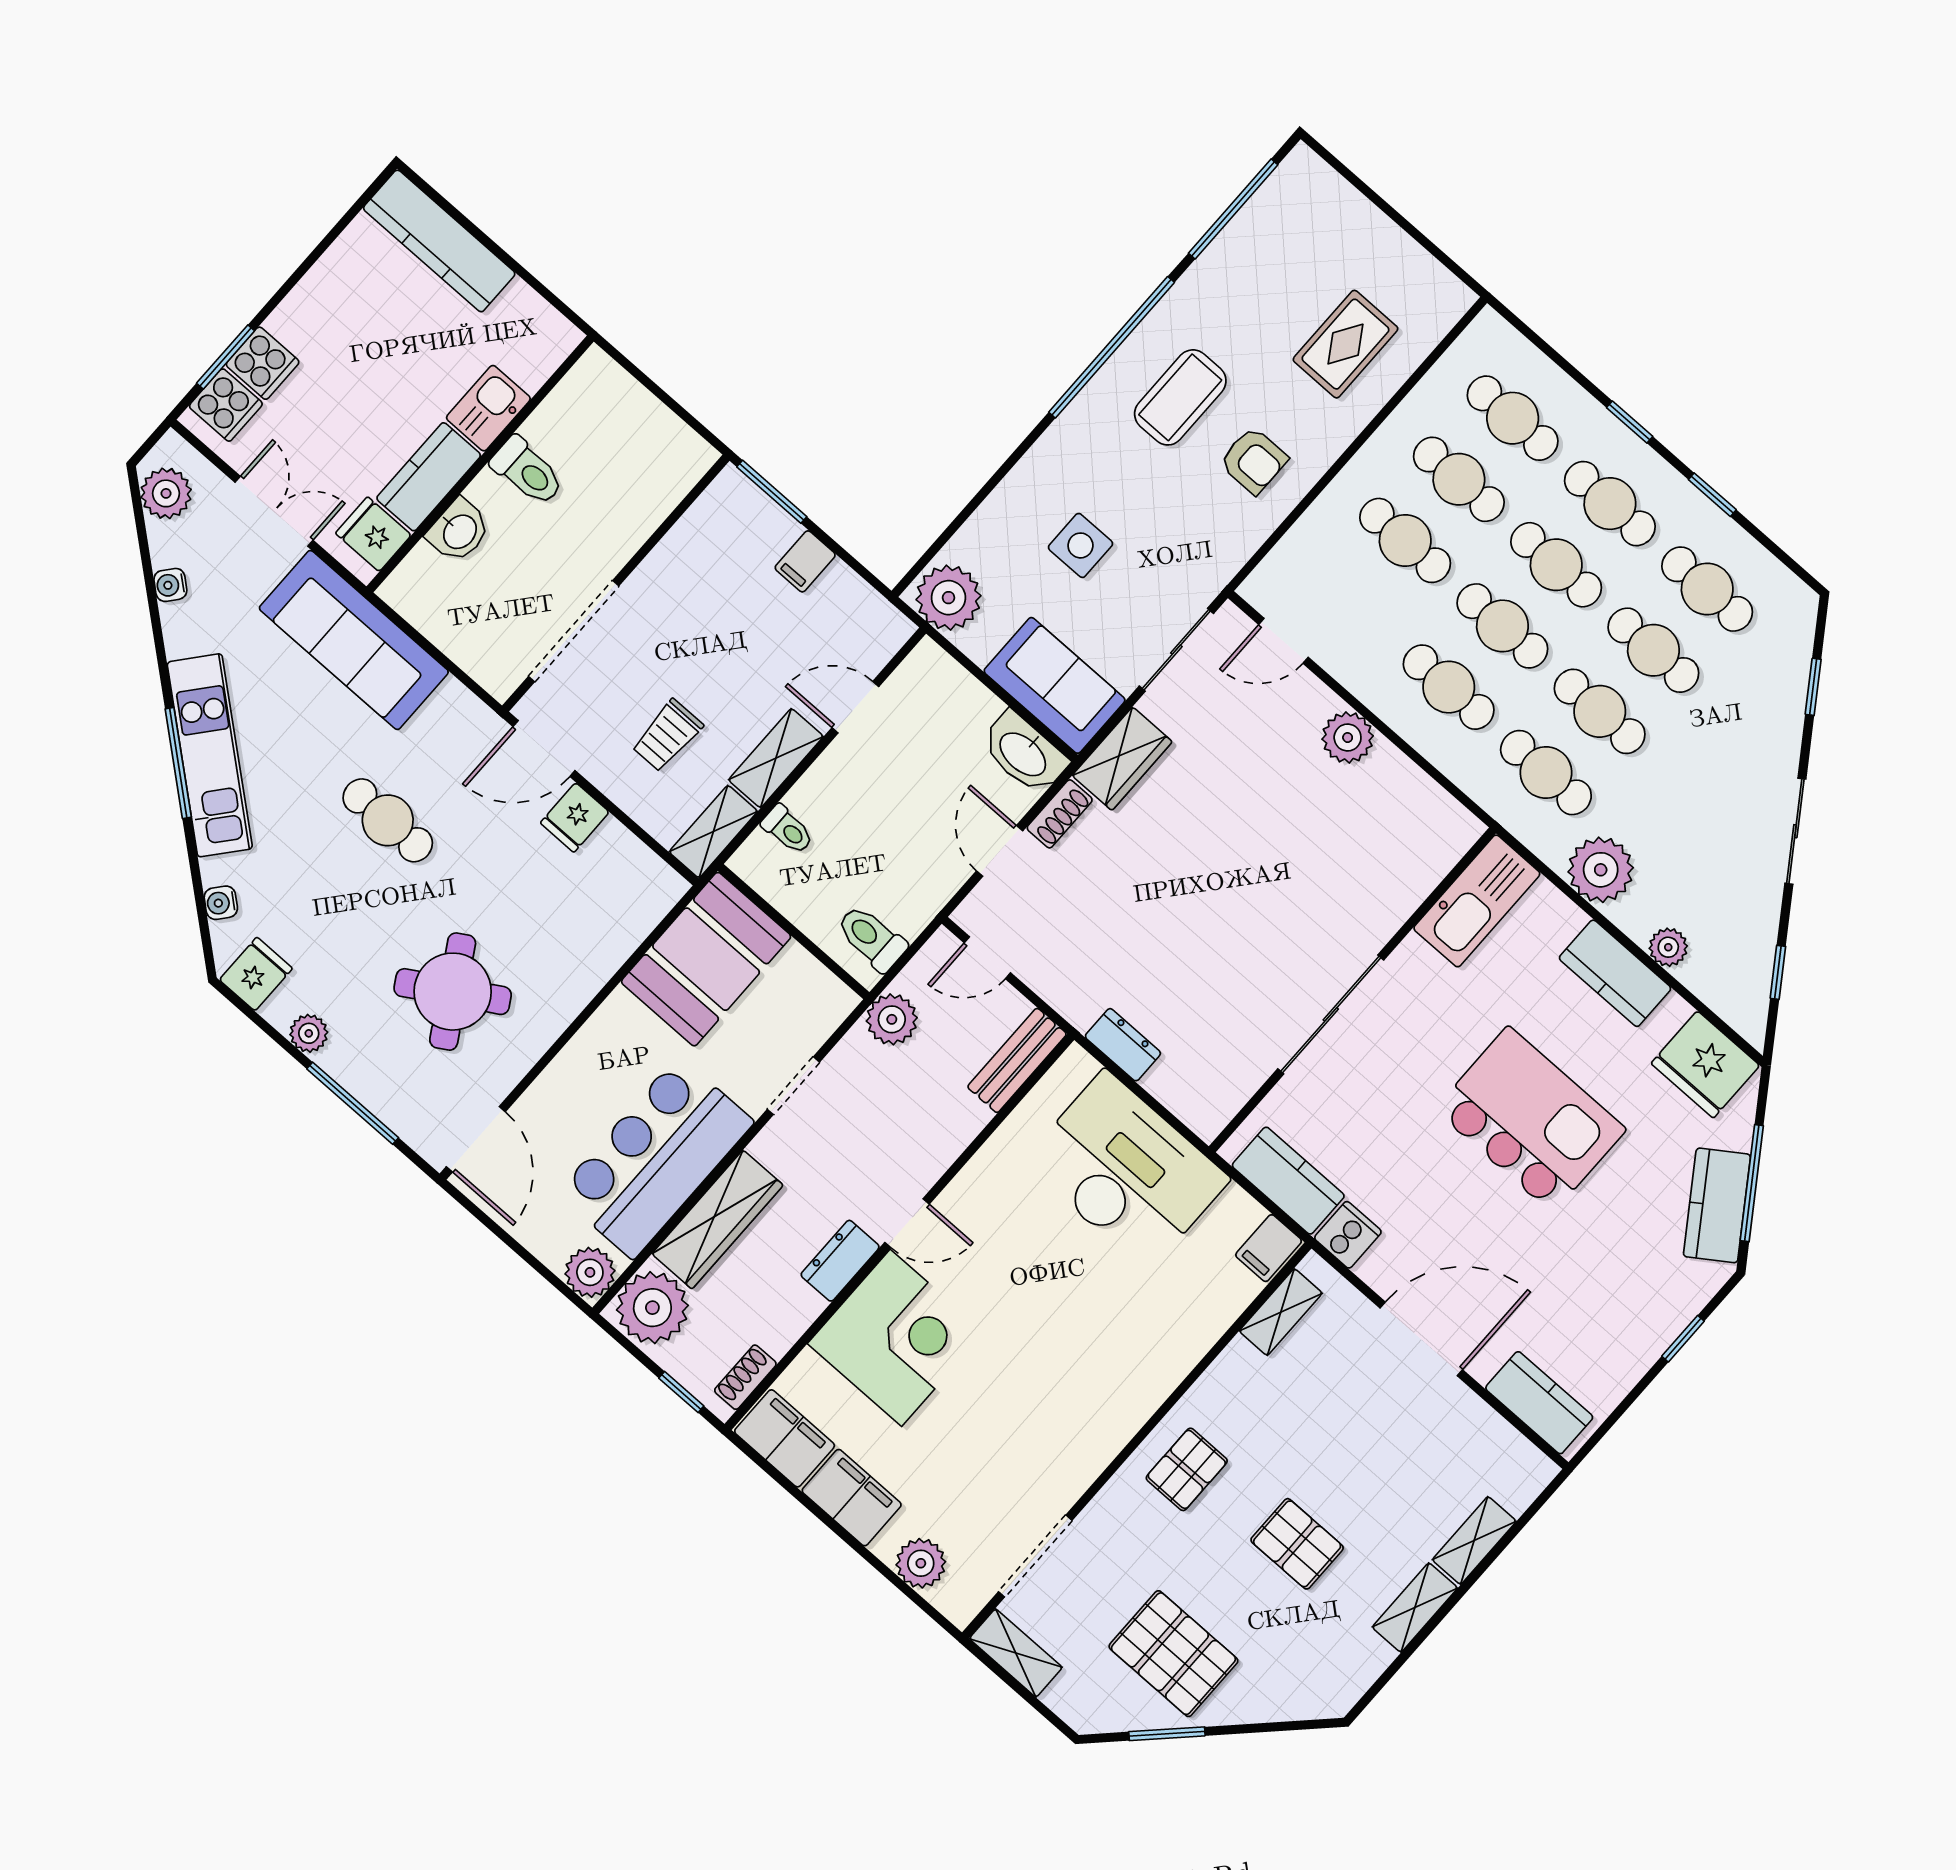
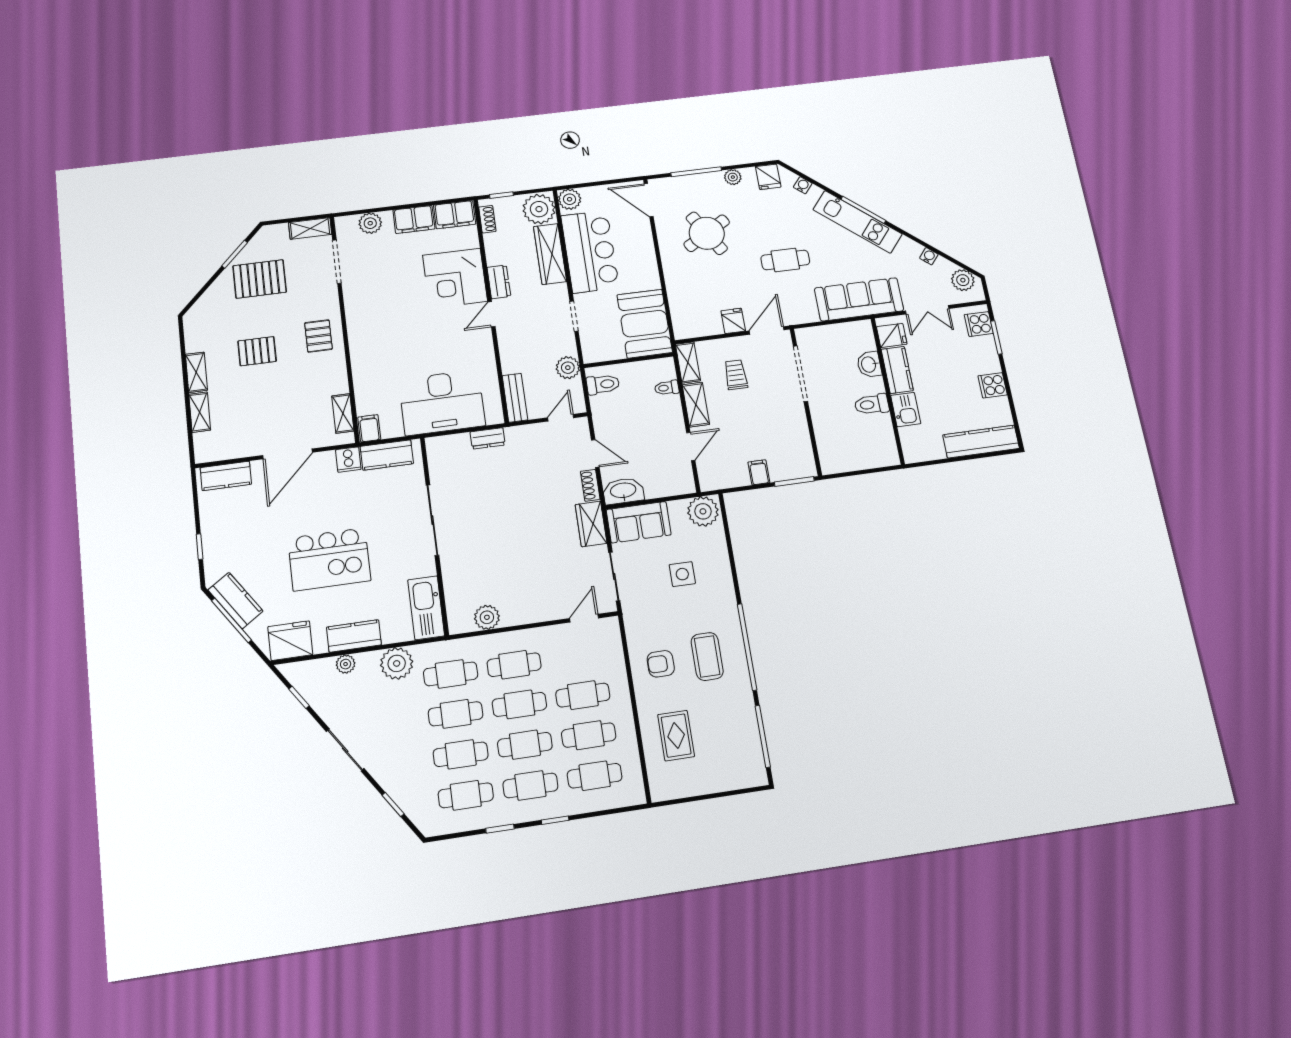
cooker: (263, 363) -> (993, 385), moved
plant: (1348, 738) -> (487, 617), moved

